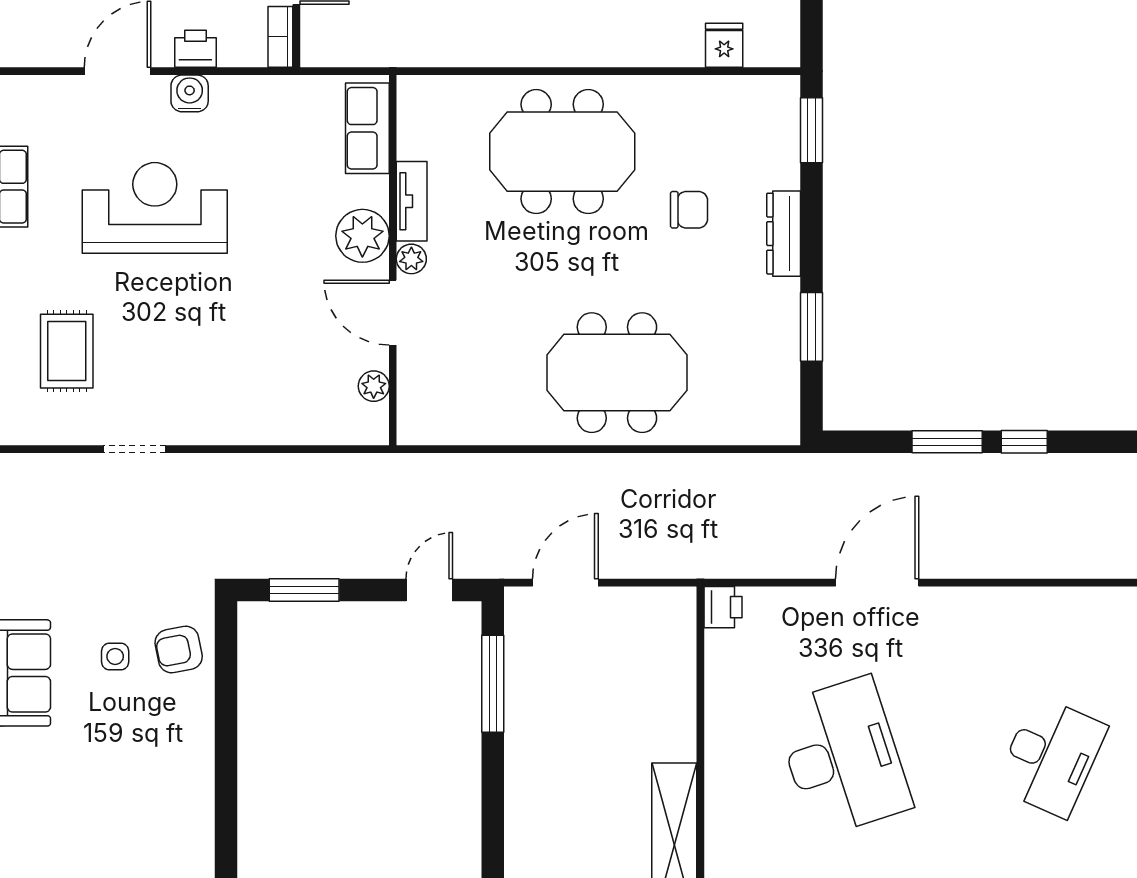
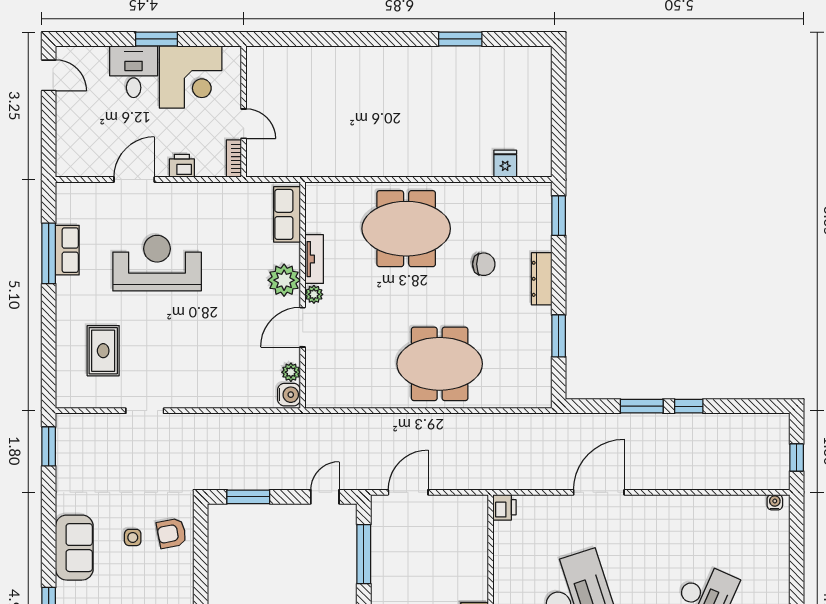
water cooler: (190, 93) -> (289, 395), moved, turned 90
door: (393, 313) -> (303, 327), hinge flipped

